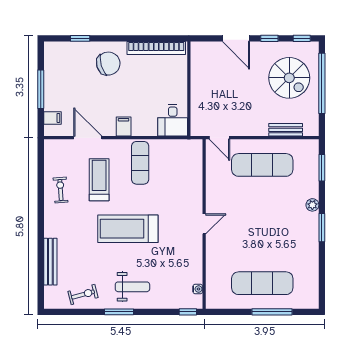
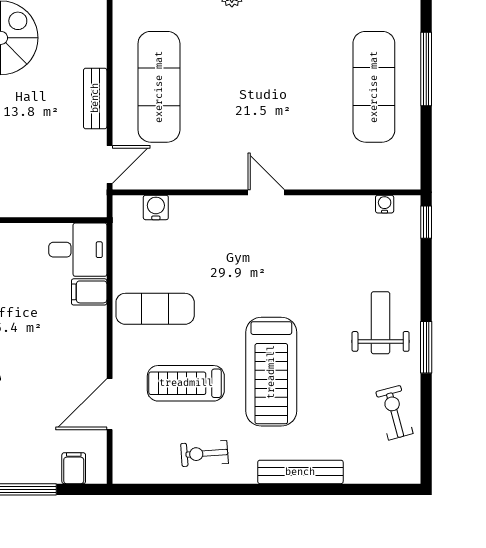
filing cabinet: (124, 126) -> (89, 292), moved
bench: (286, 130) -> (95, 98), moved
water cooler: (196, 163) -> (156, 207), added
treadmill: (128, 229) -> (271, 372), moved
bench: (50, 262) -> (300, 472), moved

